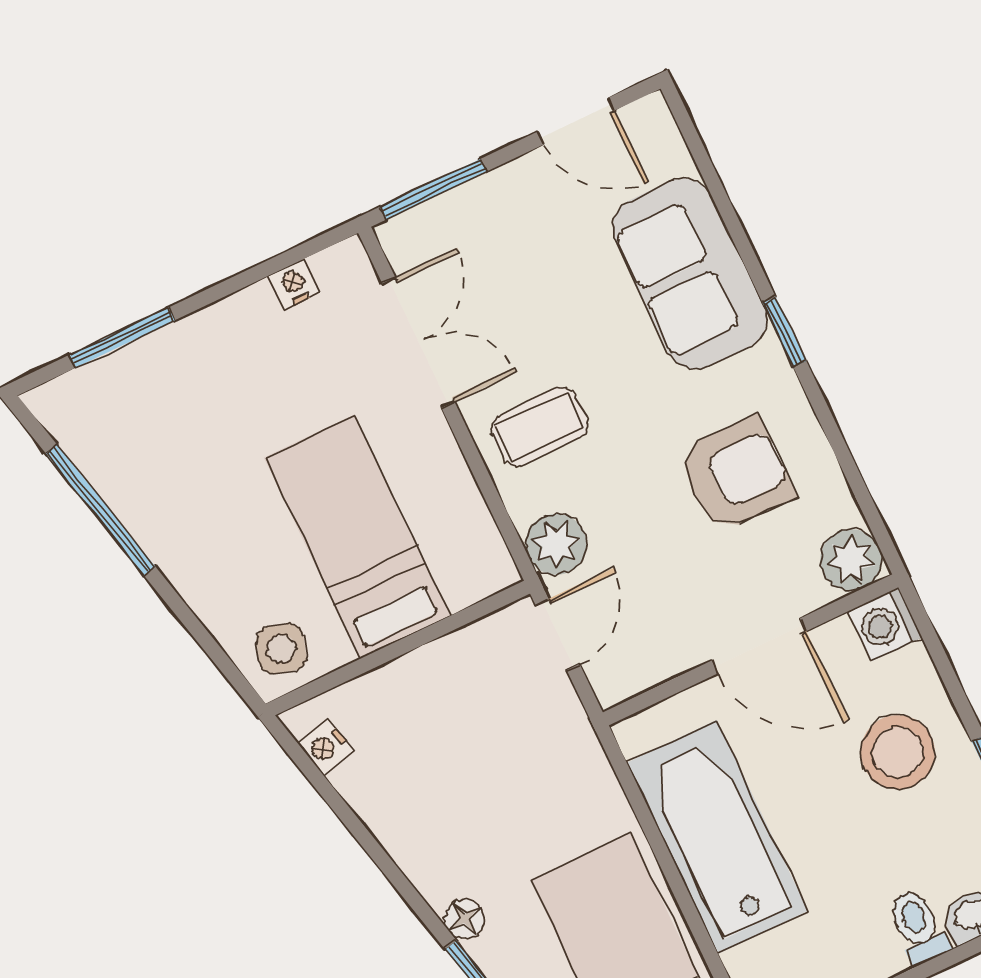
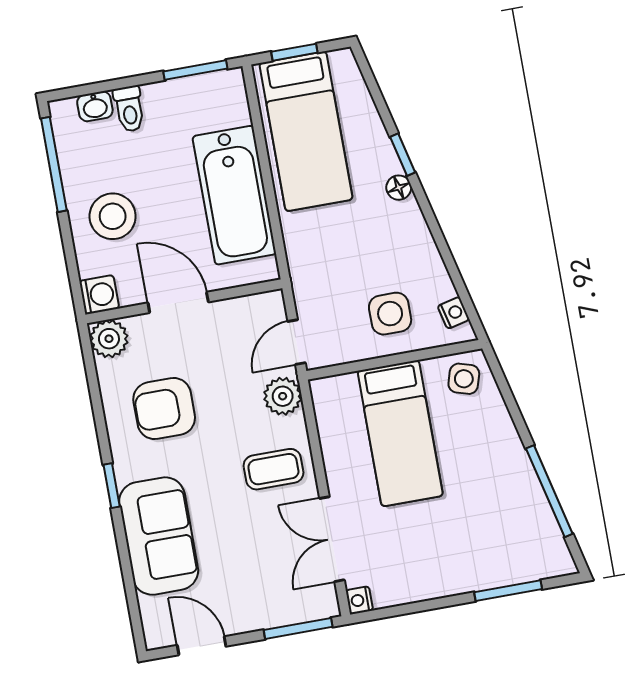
nightstand: (294, 284) -> (359, 600), moved, turned 90
side table: (424, 719) -> (390, 314), added

